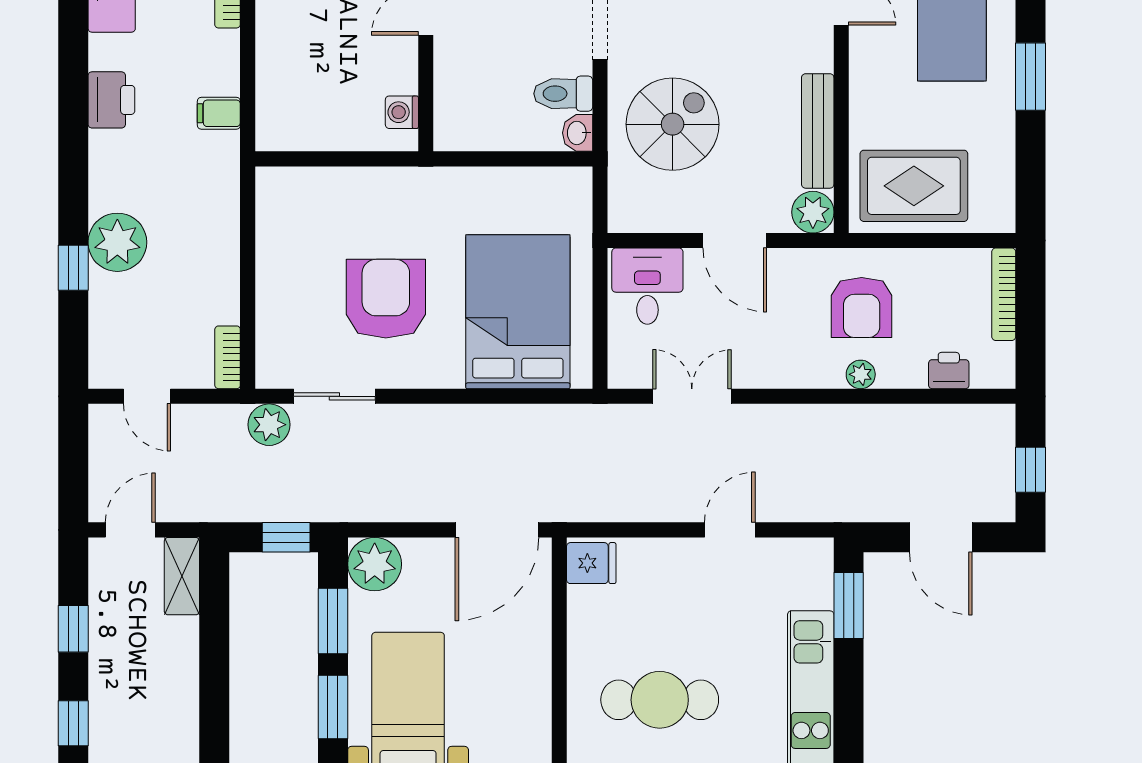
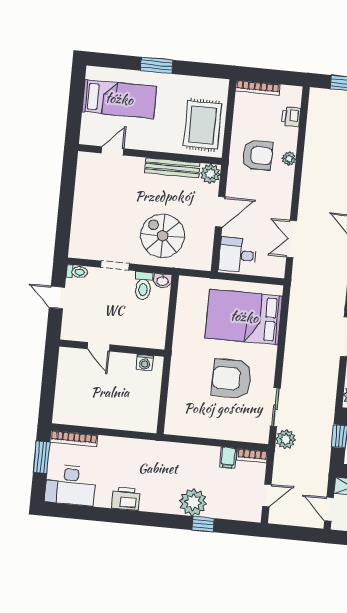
filing cabinet: (219, 113) -> (228, 457), moved

